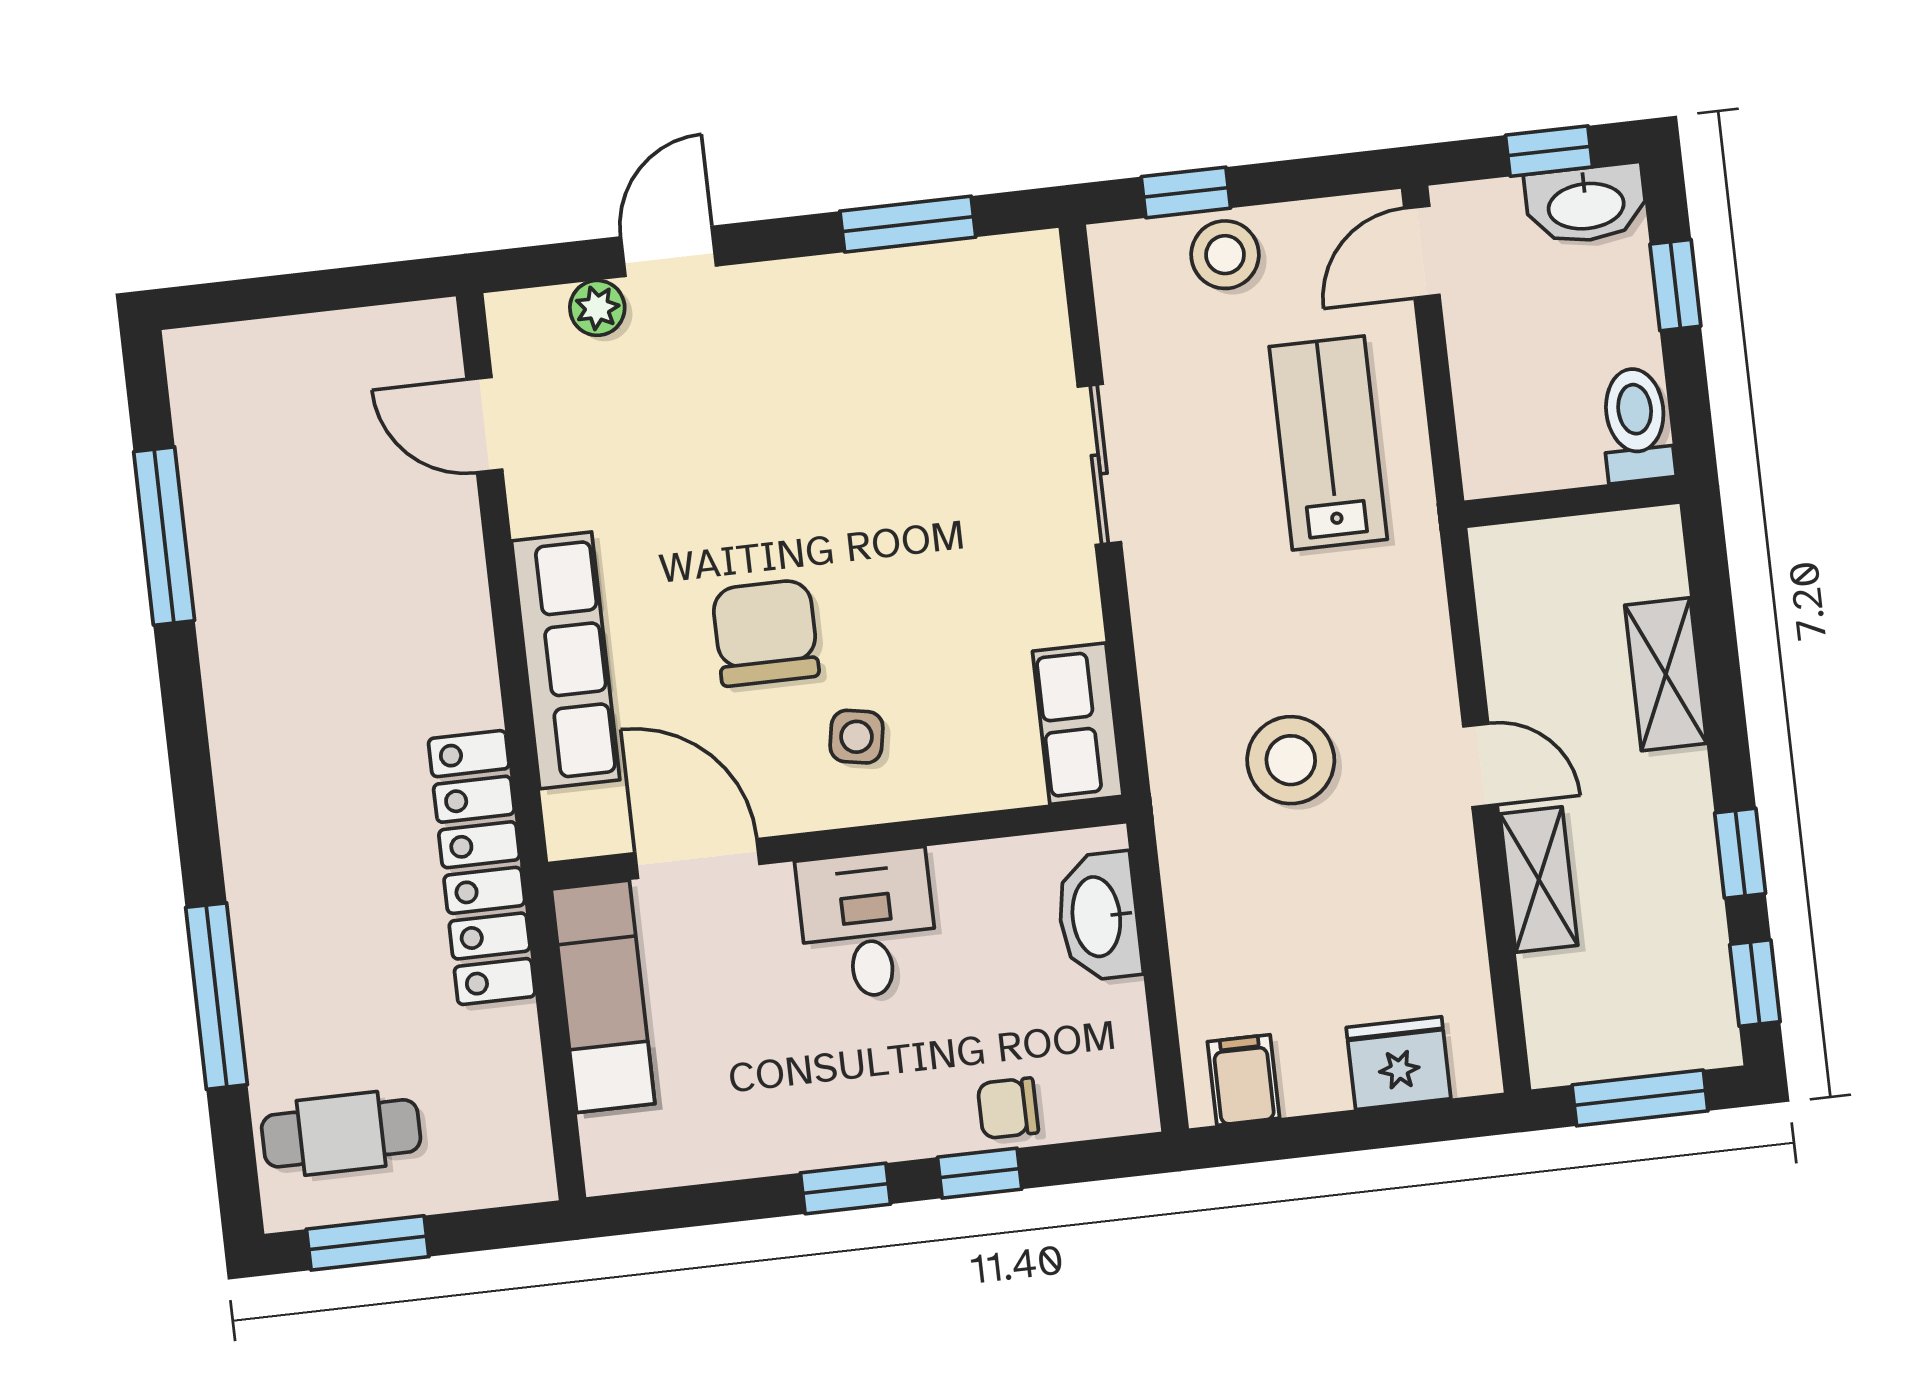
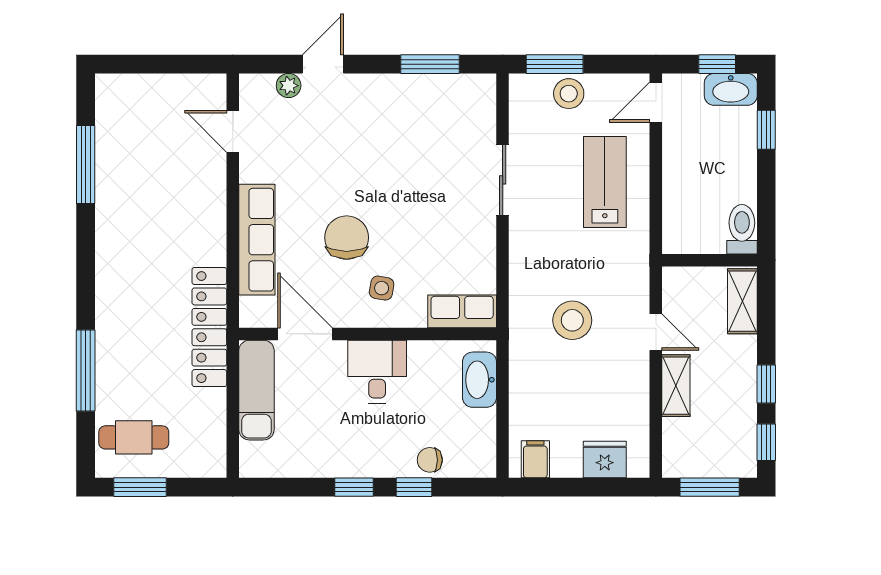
window: (1186, 192) -> (555, 64), width x1.50
toilet: (1636, 425) -> (742, 229), moved
wall: (1572, 502) -> (710, 260), moved
row of seats: (1078, 724) -> (462, 311), moved, turned 90

